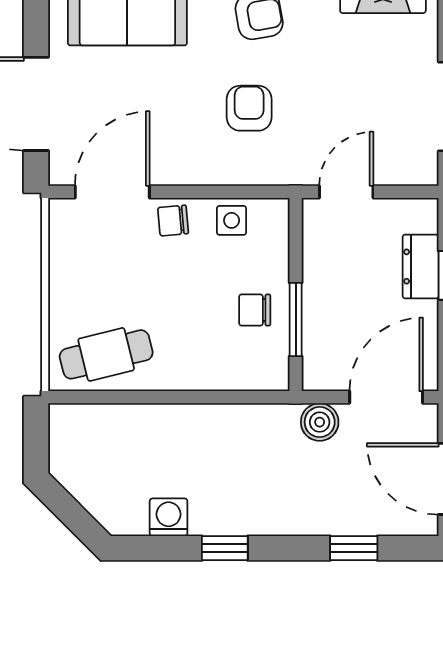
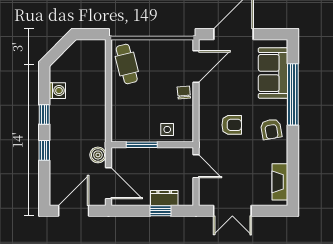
door: (112, 192) -> (196, 67), hinge flipped
side table: (232, 220) -> (167, 129), moved
chair: (255, 310) -> (146, 127), removed
window: (354, 548) -> (44, 150), moved

